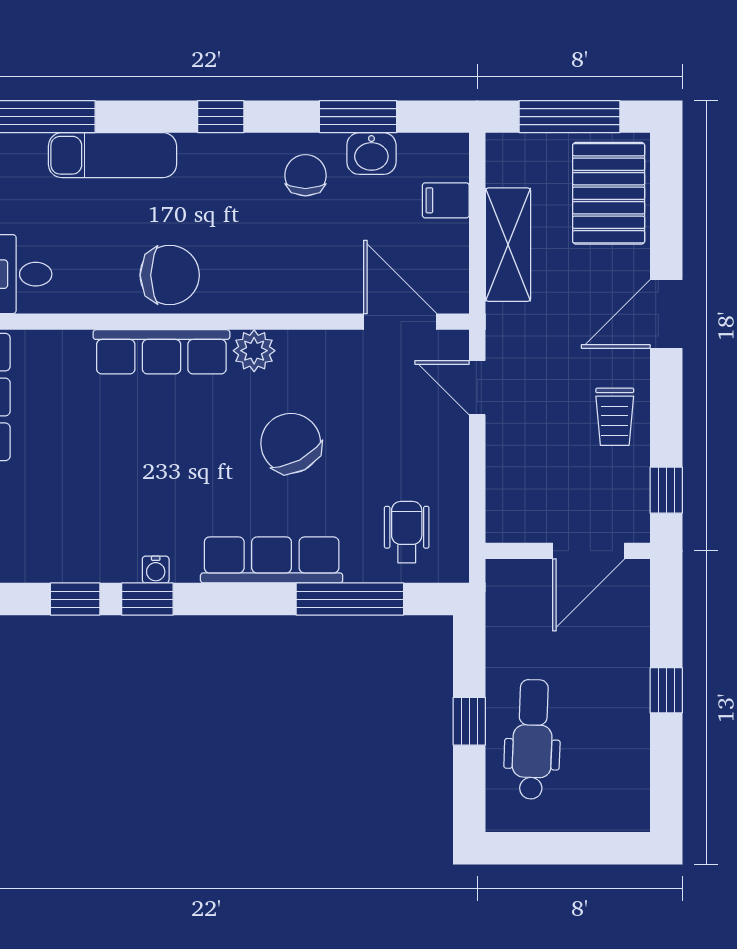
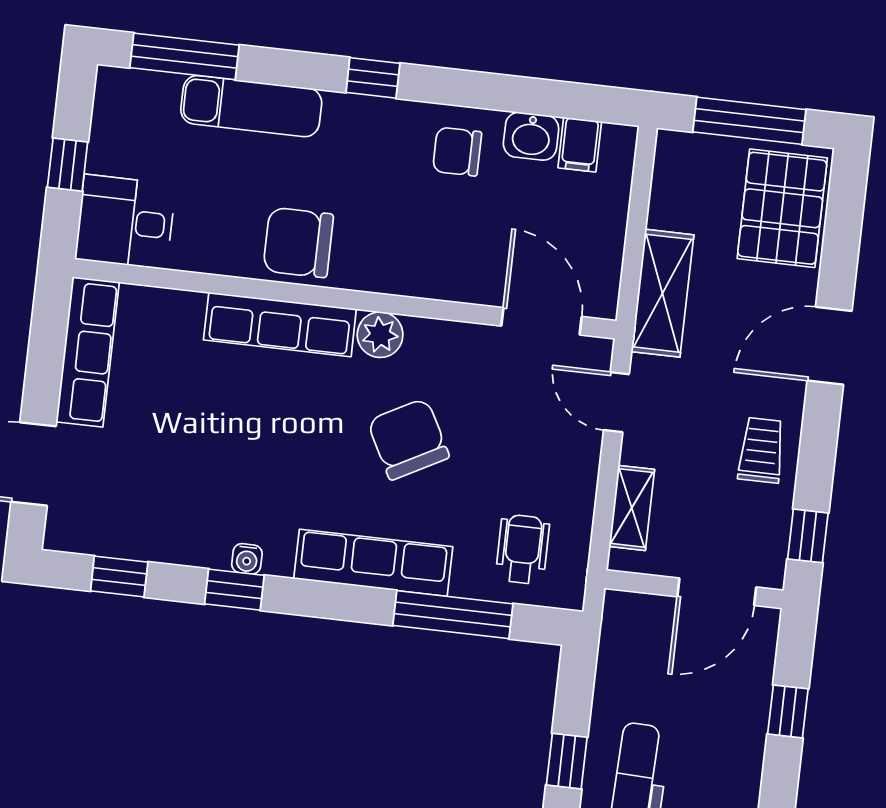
window: (358, 117) -> (521, 95), removed
chair: (305, 175) -> (457, 152), turned -90
filing cabinet: (446, 200) -> (580, 145), moved, turned -90
shelving: (508, 245) -> (662, 293), moved
chair: (170, 275) -> (298, 243), turned 180
trolley: (615, 417) -> (761, 450), turned 180
shelving: (502, 483) -> (632, 508), added
window: (75, 599) -> (119, 577), moved
window: (666, 690) -> (788, 711), moved

